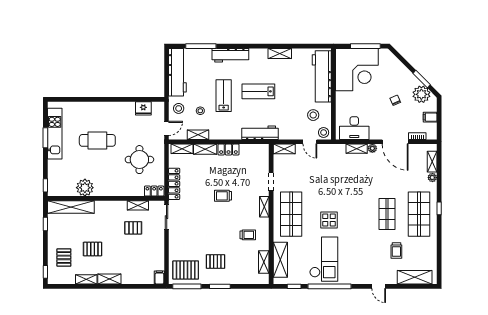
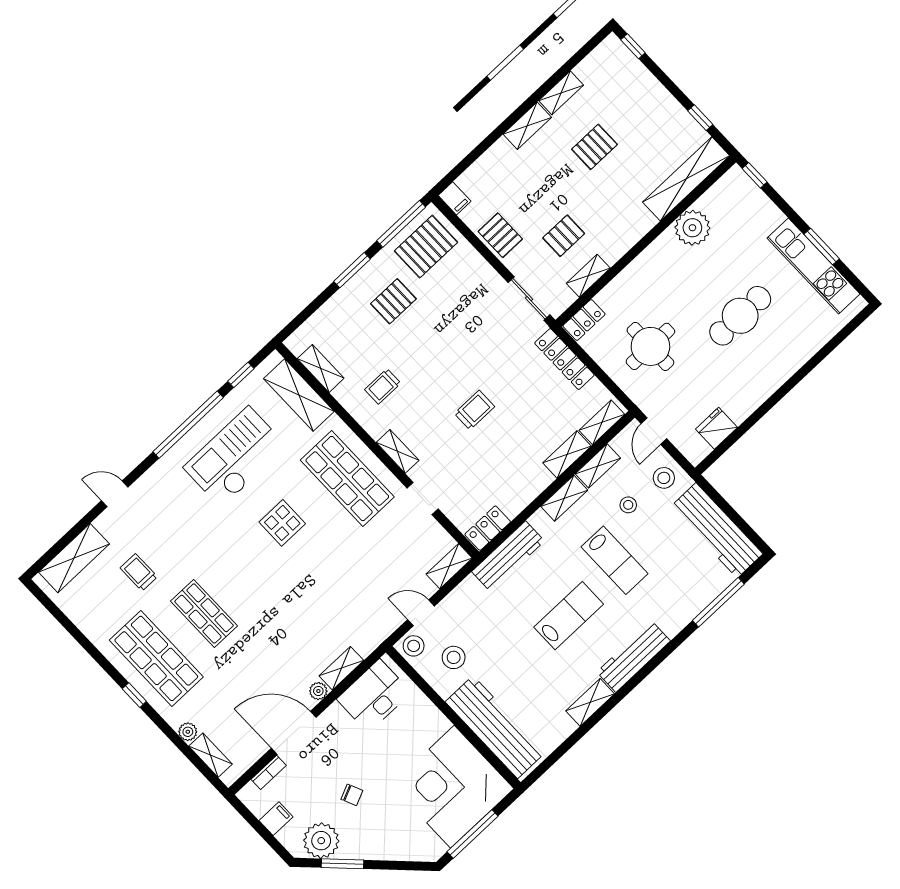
workbench: (230, 55) -> (634, 656), moved
shelving: (221, 134) -> (564, 498), added
locker: (228, 150) -> (488, 528), moved
pallet: (64, 257) -> (500, 235), moved
checkout: (324, 259) -> (235, 457), turned 90

